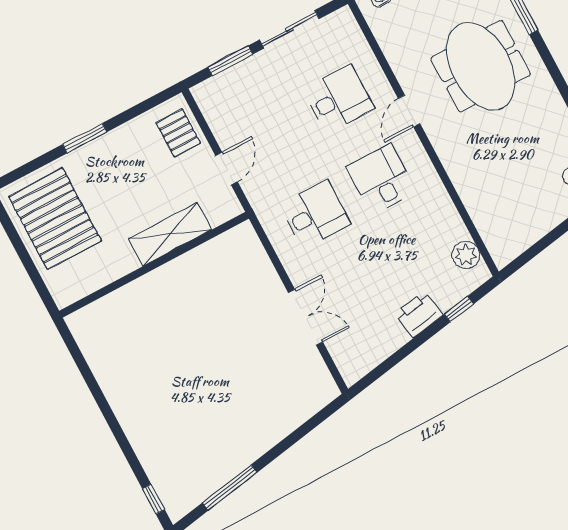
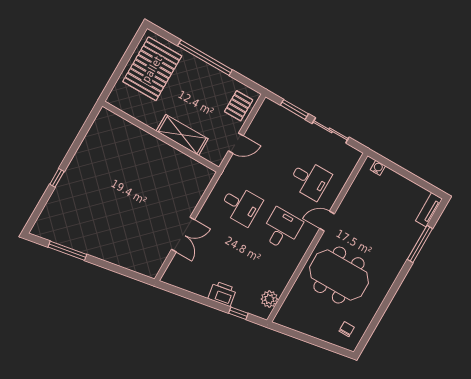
meeting table: (481, 66) -> (339, 275), moved, turned 90
window: (85, 138) -> (205, 58), width x2.11
window: (154, 499) -> (57, 178), moved

